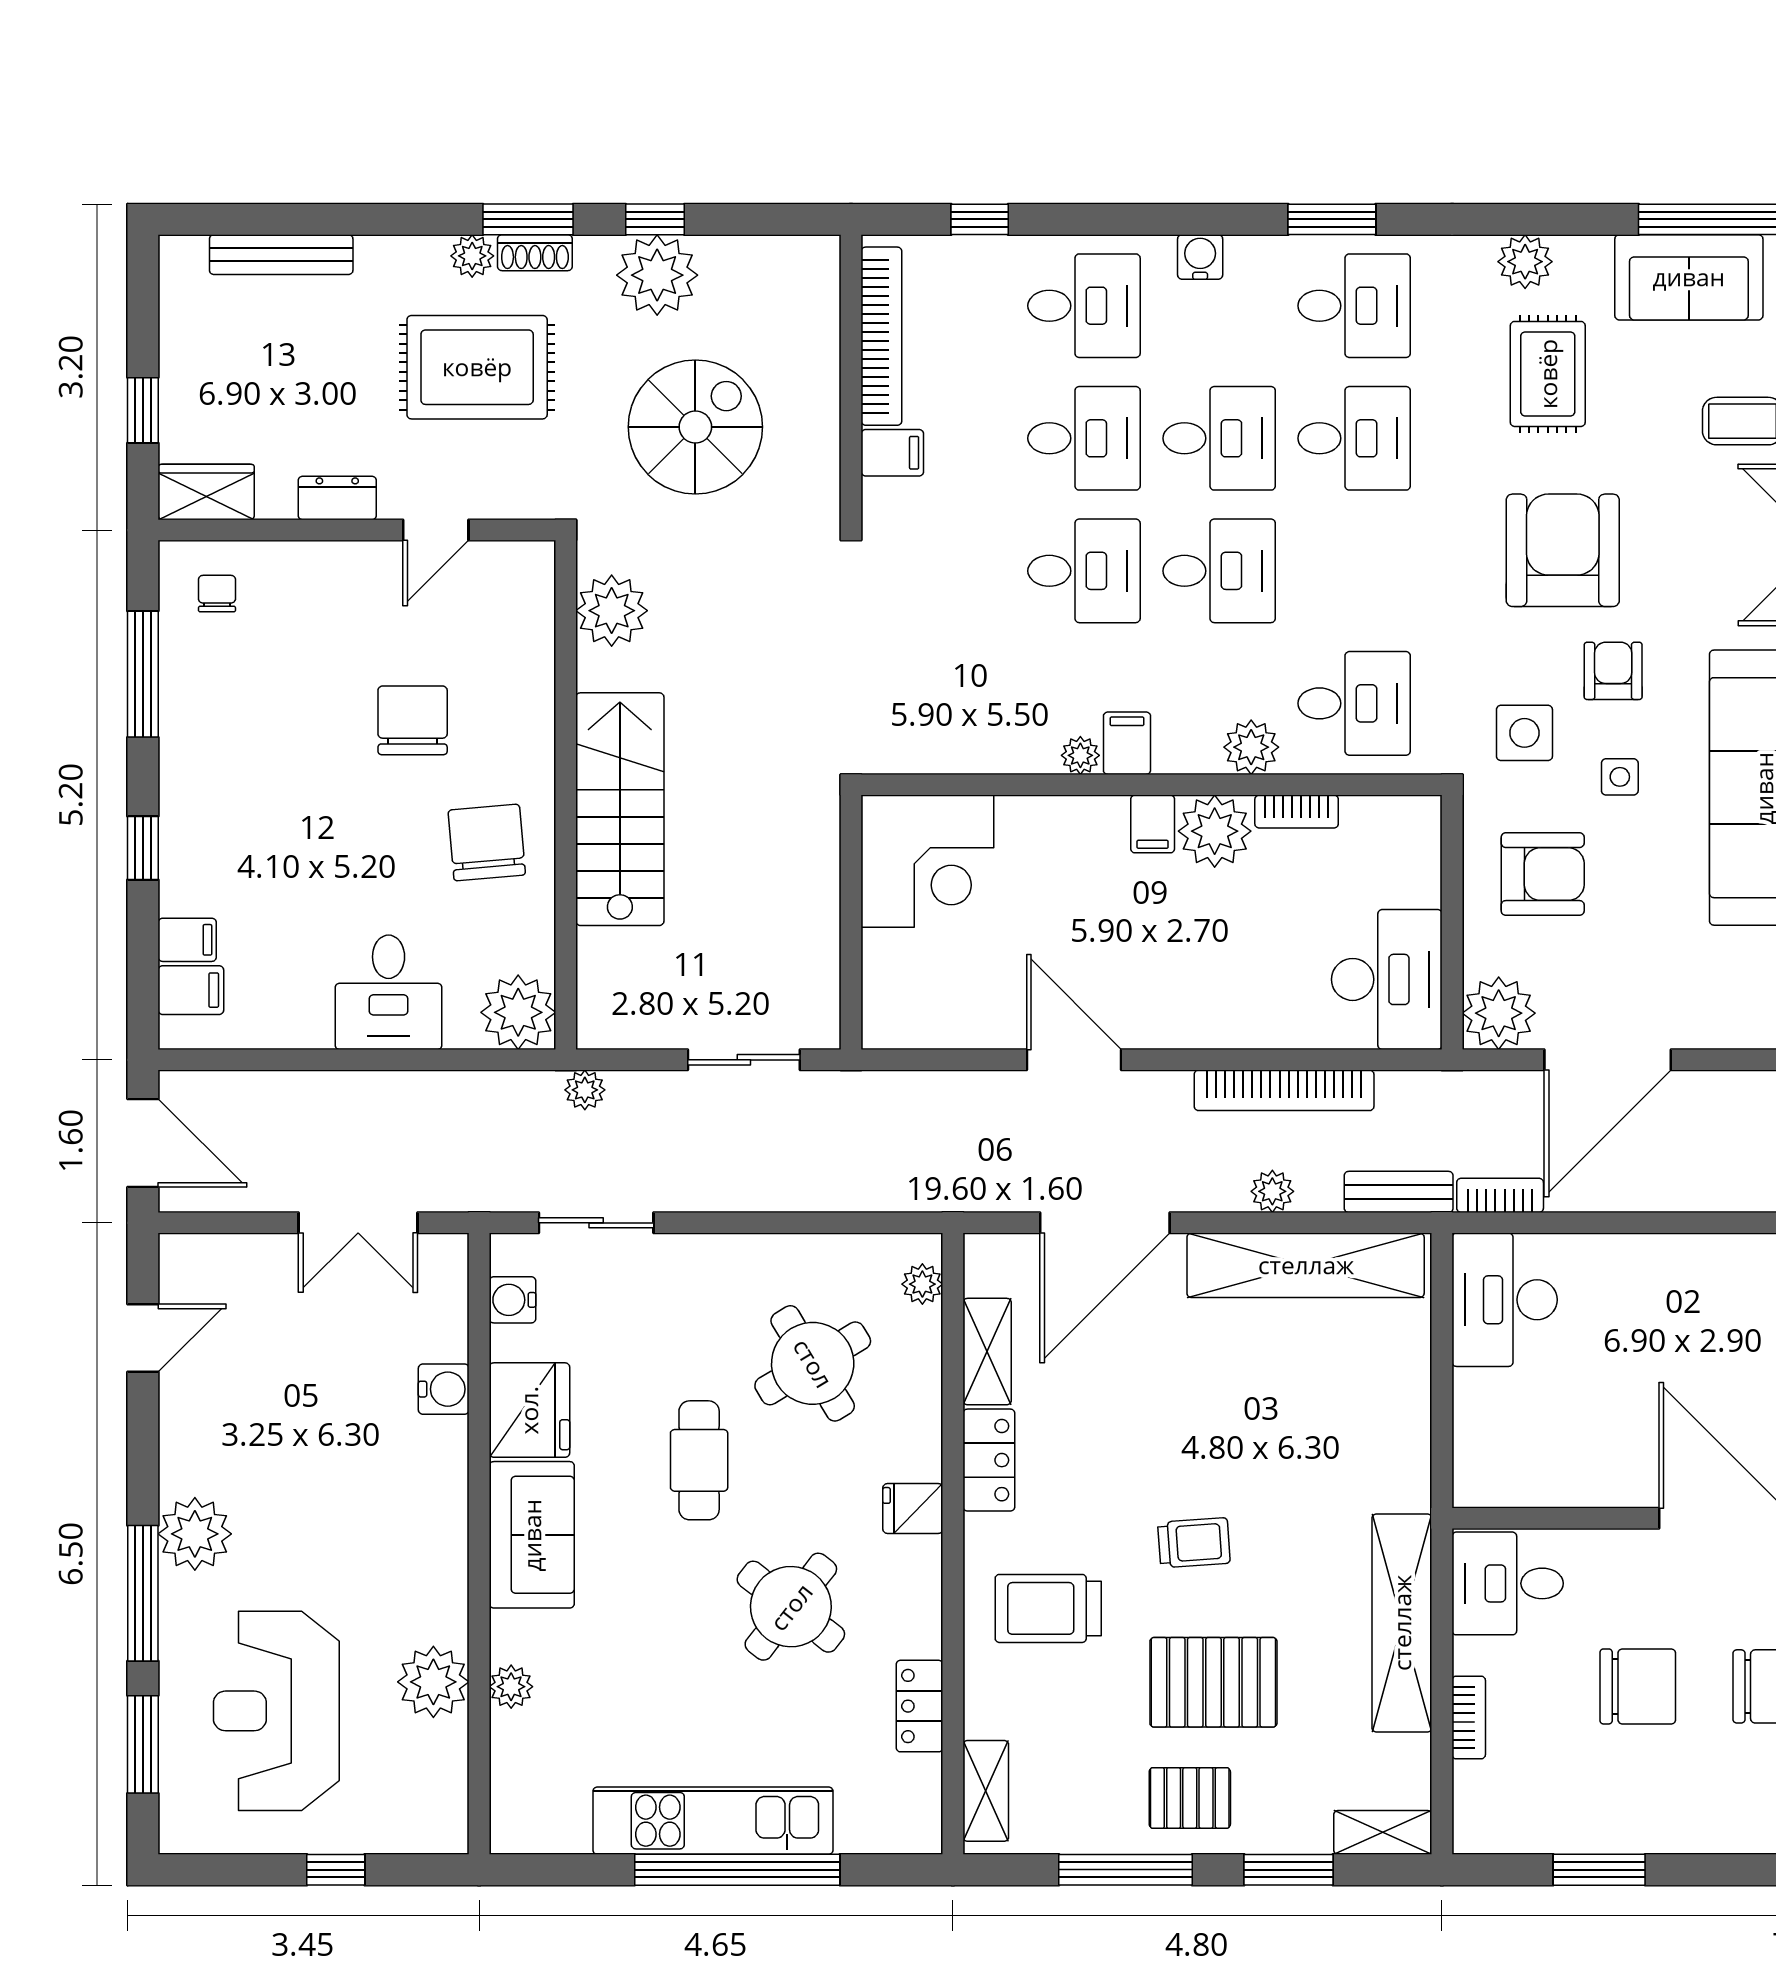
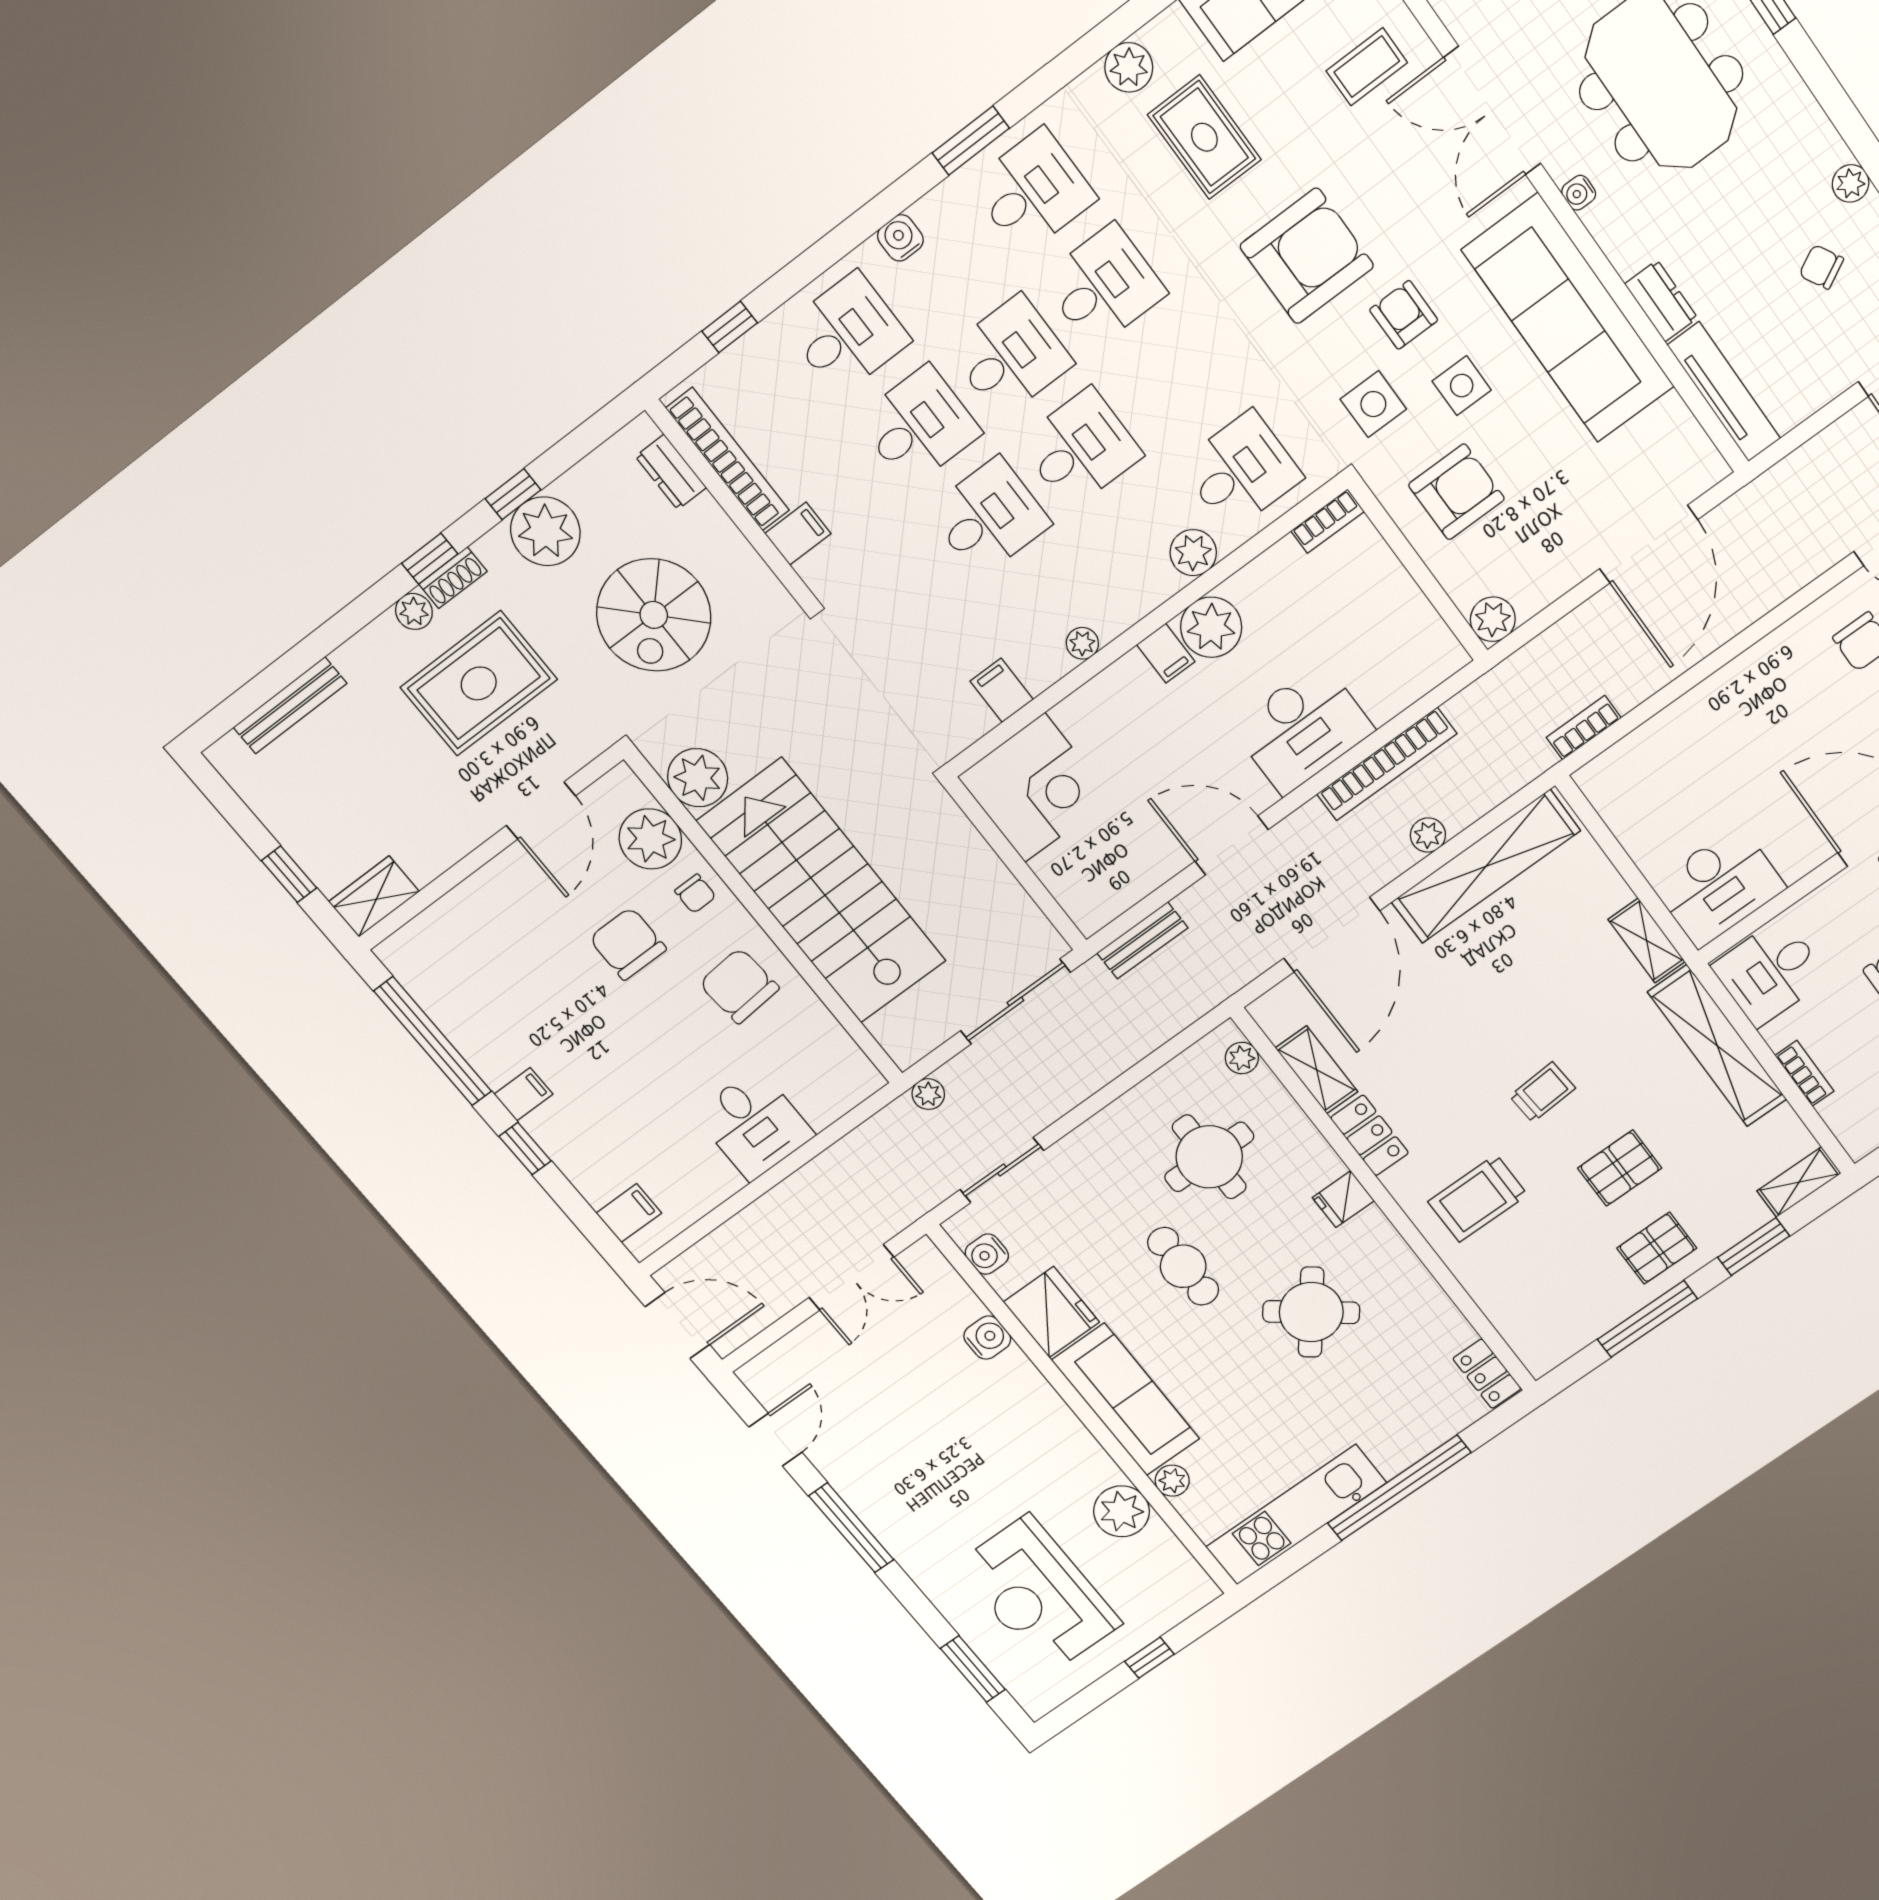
window: (528, 219) -> (430, 559), width x0.67
spiral stairs: (695, 427) -> (654, 615), turned 180
dresser: (337, 498) -> (671, 472), moved, turned -90
door: (436, 530) -> (541, 811), width x1.38
armchair: (1563, 550) -> (1307, 256), turned 90
chair: (217, 594) -> (695, 894), moved, turned 180
window: (143, 674) -> (433, 1041), width x1.46
filing cabinet: (1127, 743) -> (1002, 690), moved
side table: (1620, 777) -> (1462, 386), width x1.37, depth x1.37
stairs: (620, 809) -> (822, 891), width x1.36, depth x1.51
bookcase: (1297, 812) -> (1327, 521), moved
filing cabinet: (187, 940) -> (523, 1094), moved
desk: (1387, 979) -> (1303, 728), moved, turned 90
plant: (518, 1012) -> (650, 839), moved
plant: (1499, 1013) -> (1493, 619), width x0.73, depth x0.73
sliding door: (744, 1060) -> (1015, 1002), width x1.37
door: (1608, 1060) -> (1649, 544), moved
bench: (1399, 1192) -> (1142, 940), moved
desk: (1505, 1300) -> (1719, 886), moved, turned -90
round table: (813, 1363) -> (1209, 1157), turned 31
plant: (195, 1534) -> (903, 1529), removed
sofa: (532, 1535) -> (1126, 1399), width x1.36
window: (143, 1593) -> (851, 1528), moved
pallet: (1213, 1682) -> (1620, 1168), width x0.67, depth x0.71
locker: (919, 1706) -> (1487, 1374), moved
shelving: (986, 1791) -> (1647, 941), moved
kitchen unit: (713, 1821) -> (1296, 1515), moved

